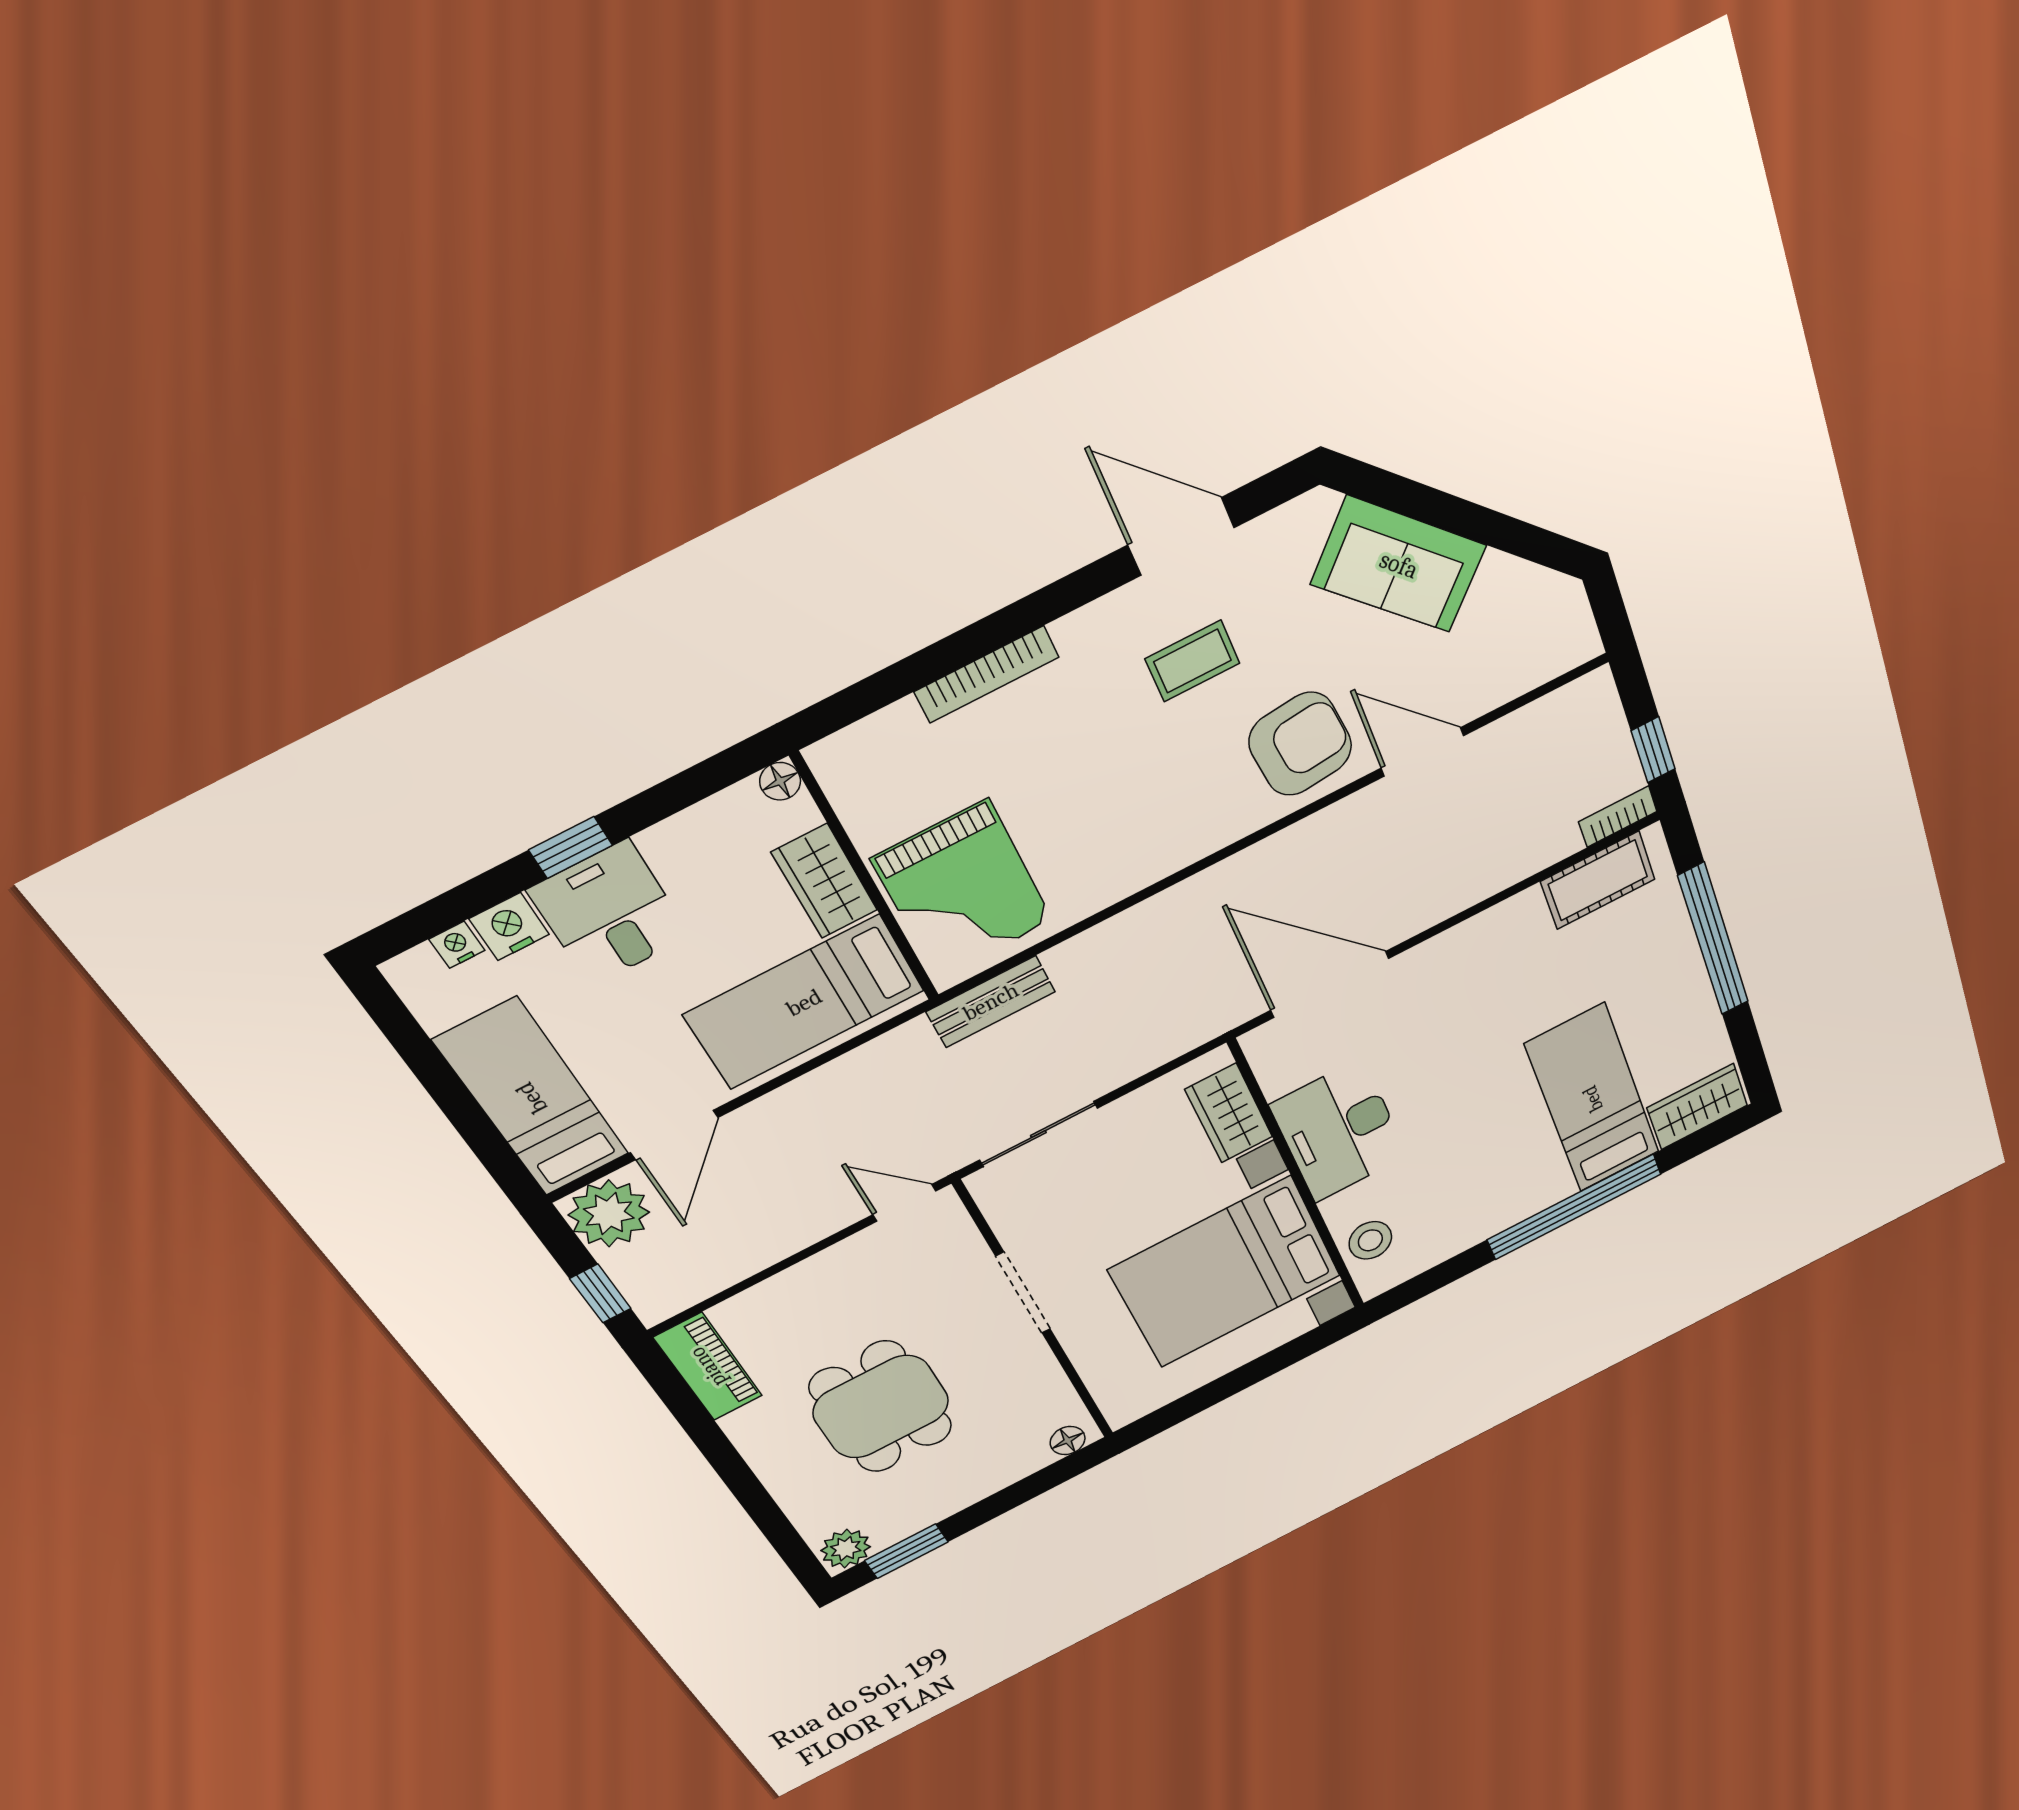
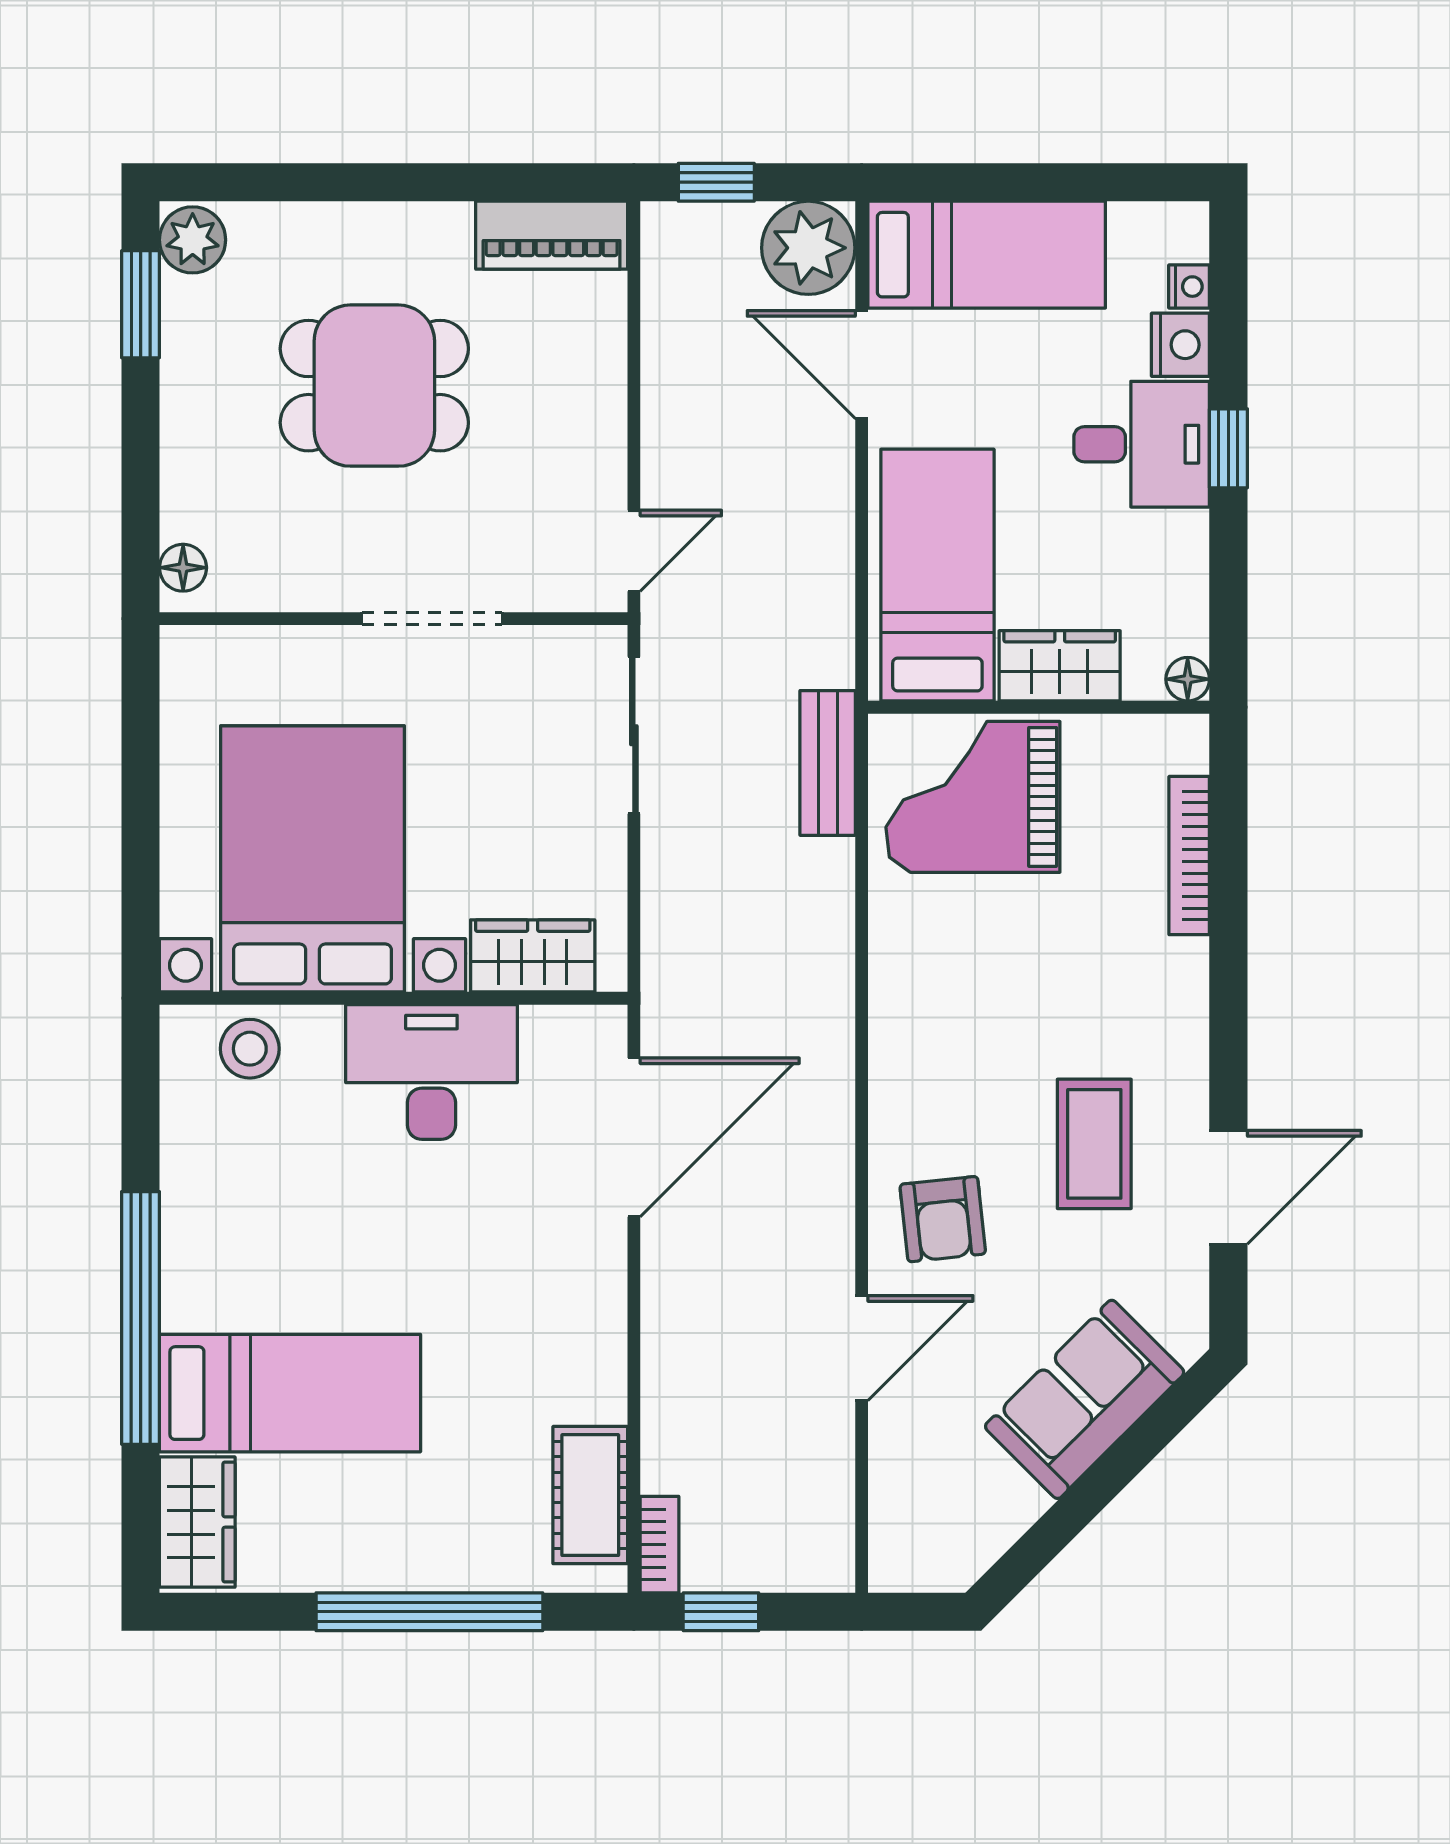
coffee table: (1192, 661) -> (1094, 1144), width x1.36, depth x1.30
bookcase: (987, 675) -> (1189, 856), moved
armchair: (1300, 744) -> (943, 1219), width x0.72, depth x0.72

